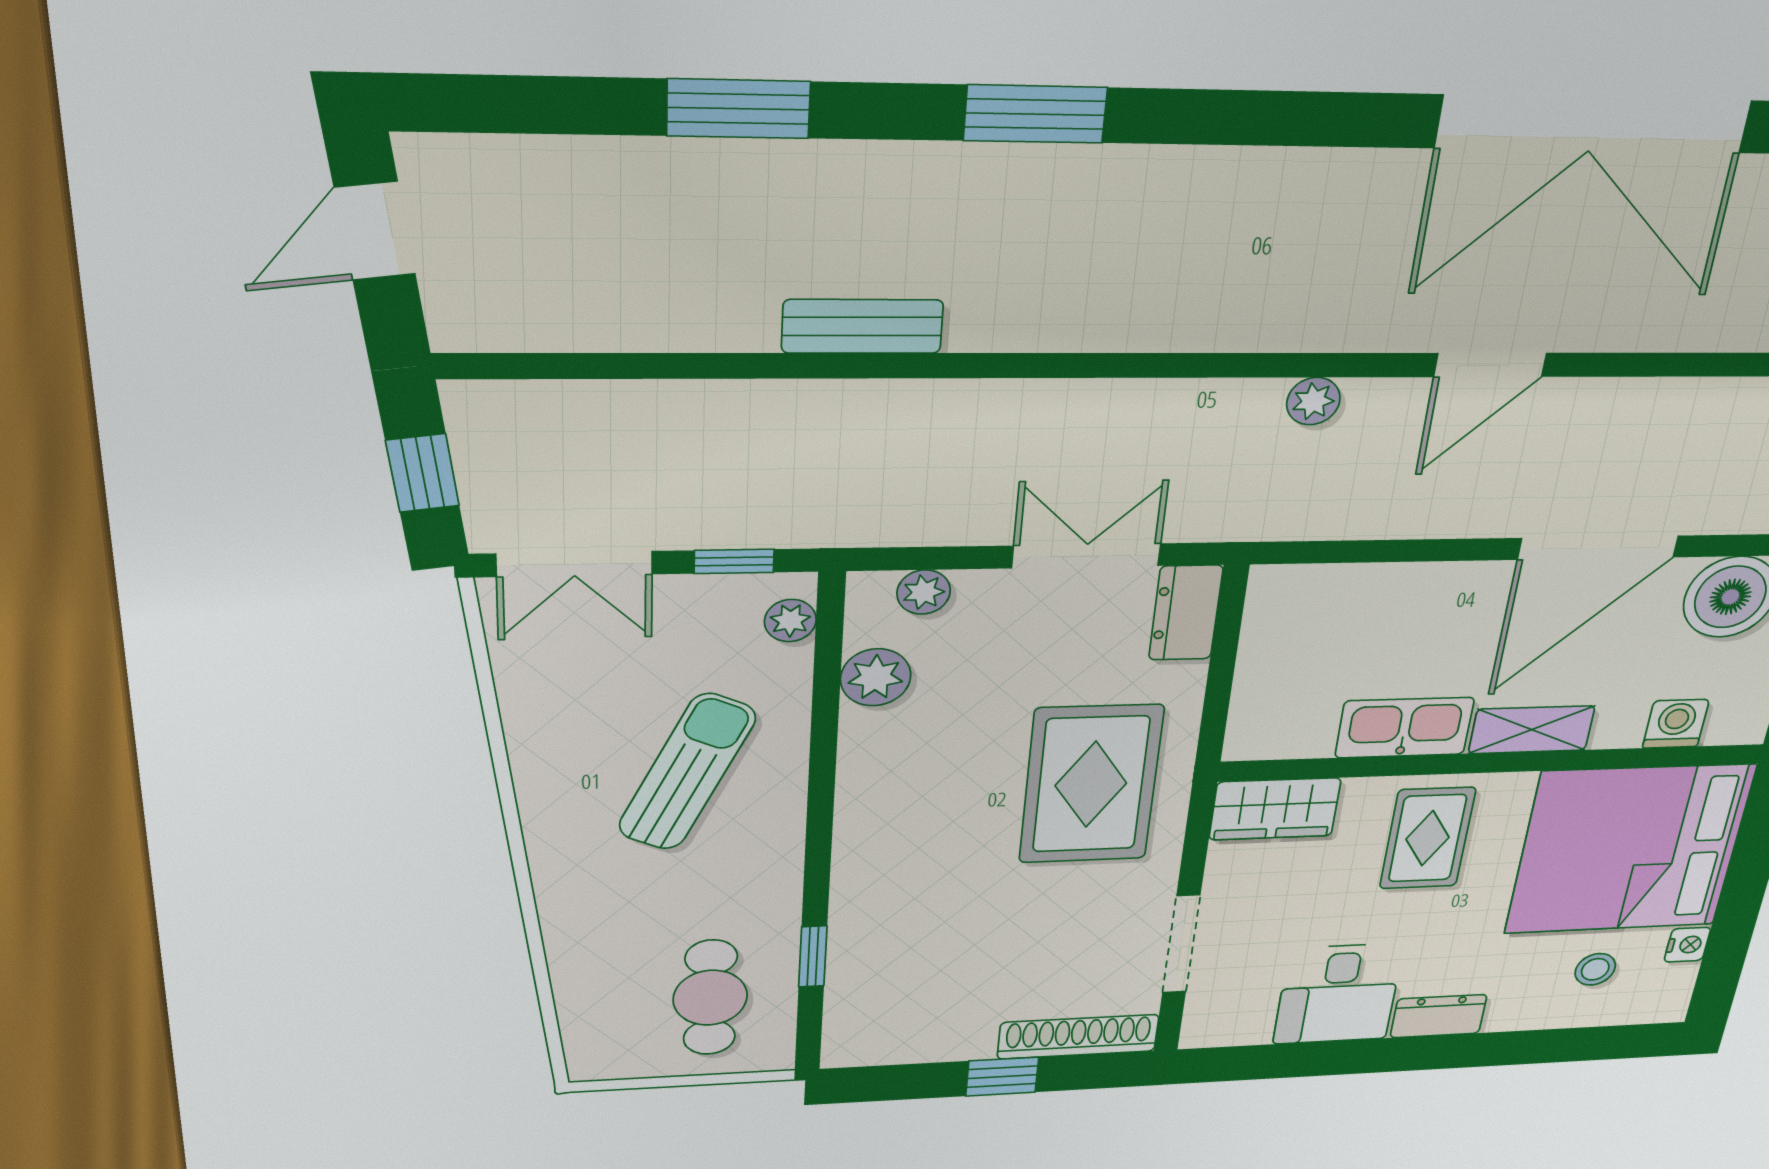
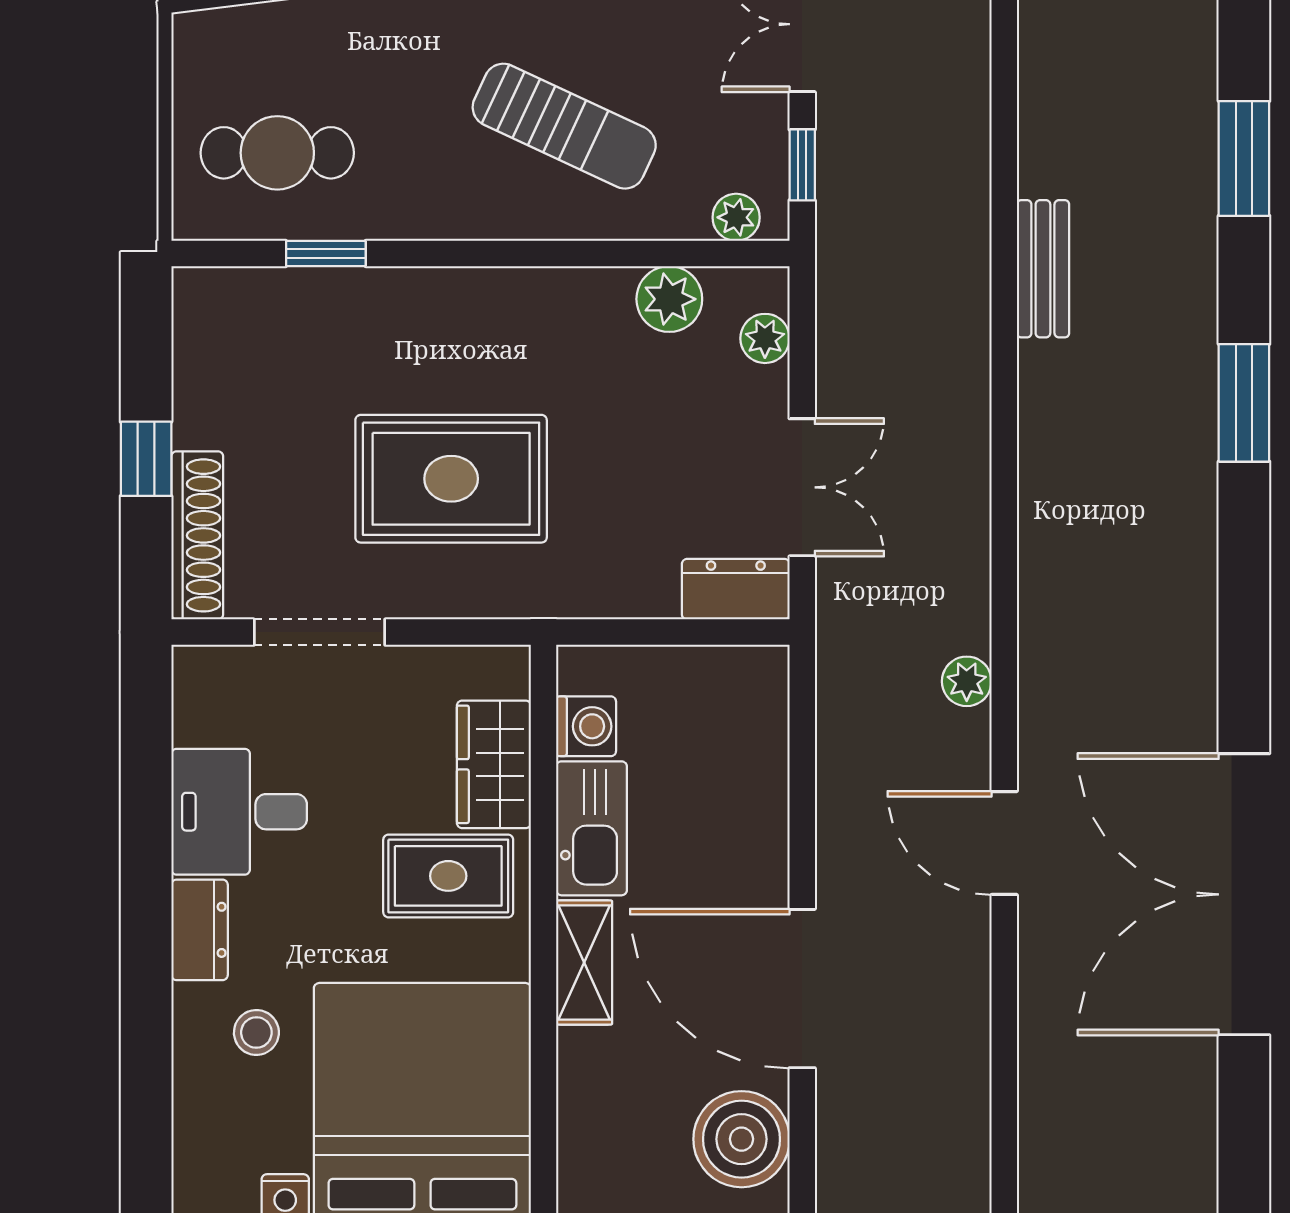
washing machine: (1676, 724) -> (586, 726), moved
rug: (1091, 784) -> (451, 479), moved
wardrobe: (1275, 809) -> (494, 764), moved
stool: (1595, 969) -> (256, 1032), moved

